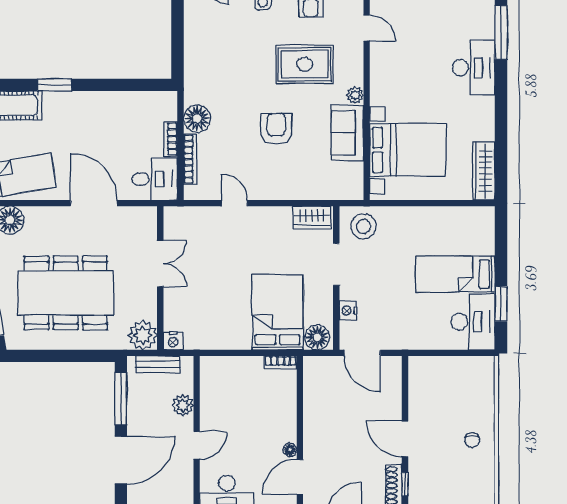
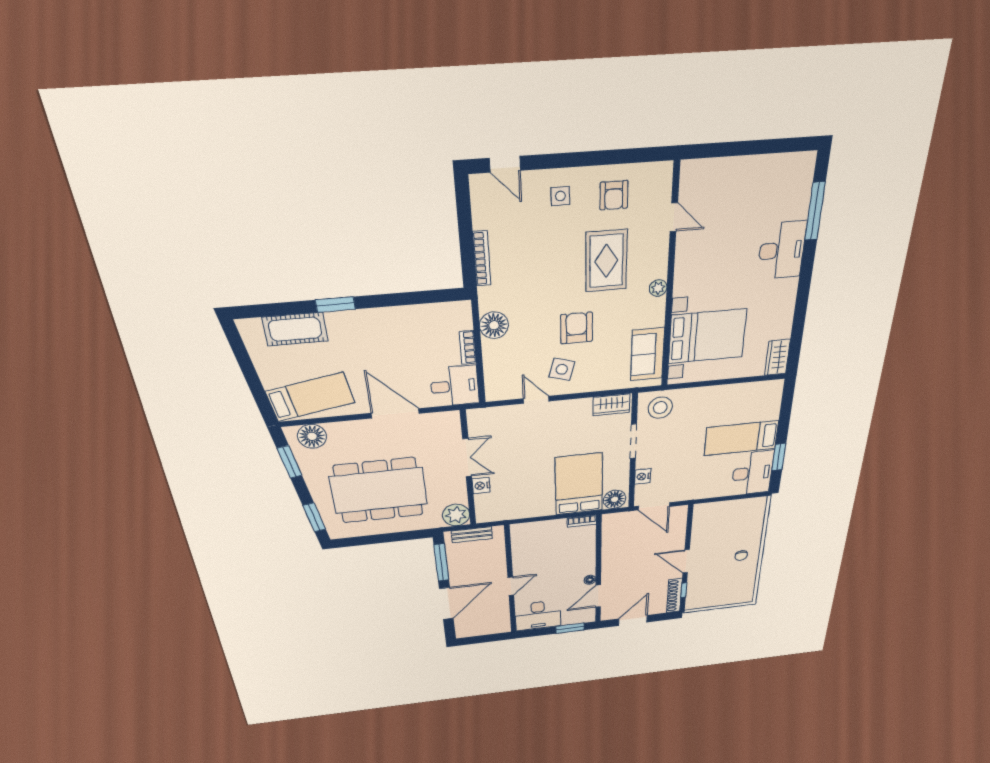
rug: (305, 64) -> (606, 261), turned 90
sofa: (347, 133) -> (647, 354), moved
bookcase: (190, 159) -> (482, 259), moved
wardrobe: (484, 171) -> (777, 357), width x0.67
side table: (261, 172) -> (562, 369), added
nightstand: (173, 341) -> (481, 486), moved, turned 90
plant: (183, 405) -> (497, 561), removed

